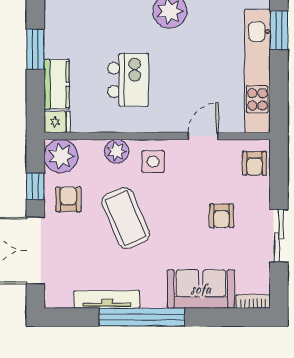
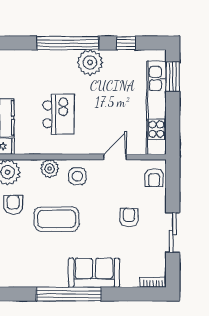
armchair: (221, 216) -> (129, 217), turned 180
coffee table: (126, 218) -> (57, 219), turned -67
sofa: (201, 289) -> (94, 273), moved
tv unit: (107, 299) -> (42, 281), removed

